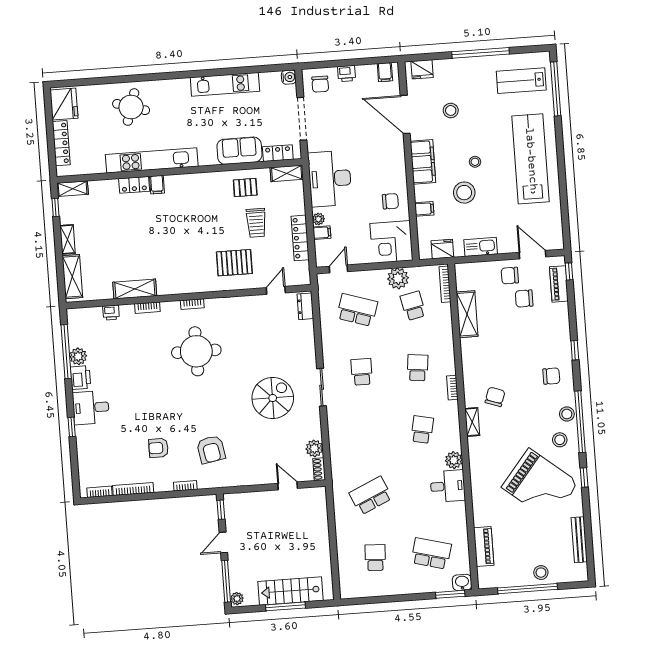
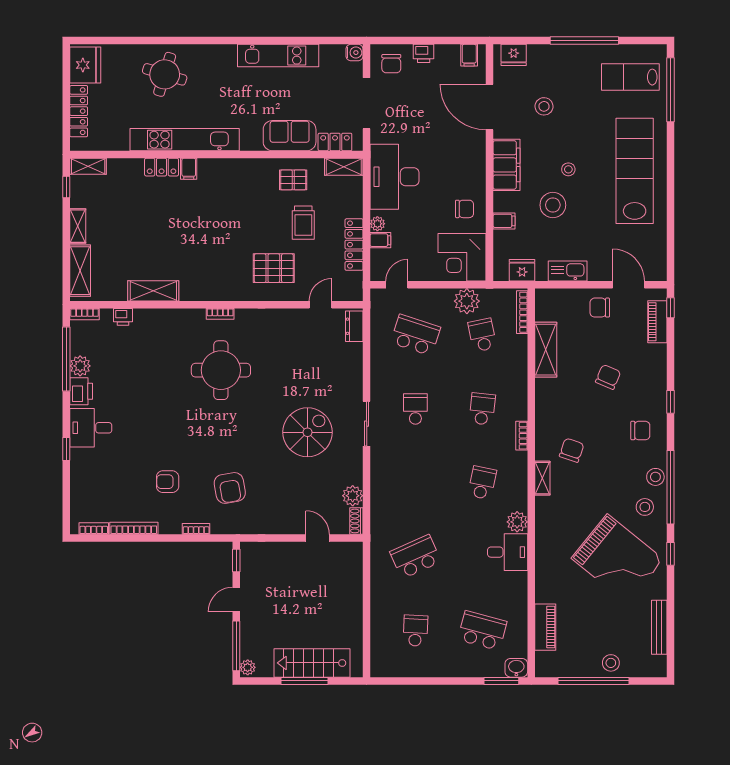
chair: (524, 299) -> (608, 377), moved, turned 113
bookcase: (147, 308) -> (85, 314), moved

